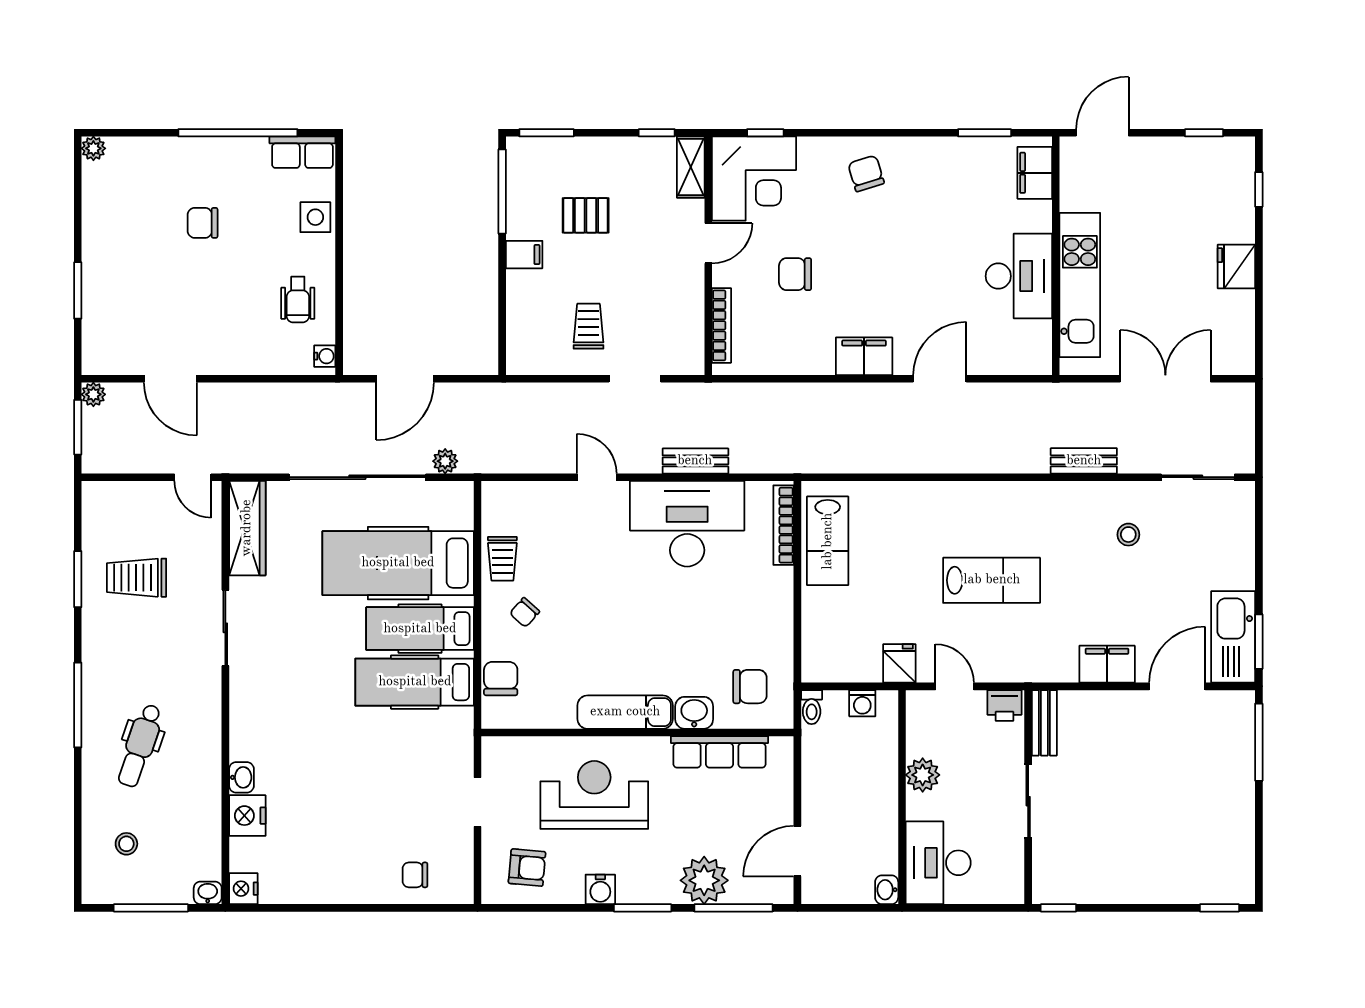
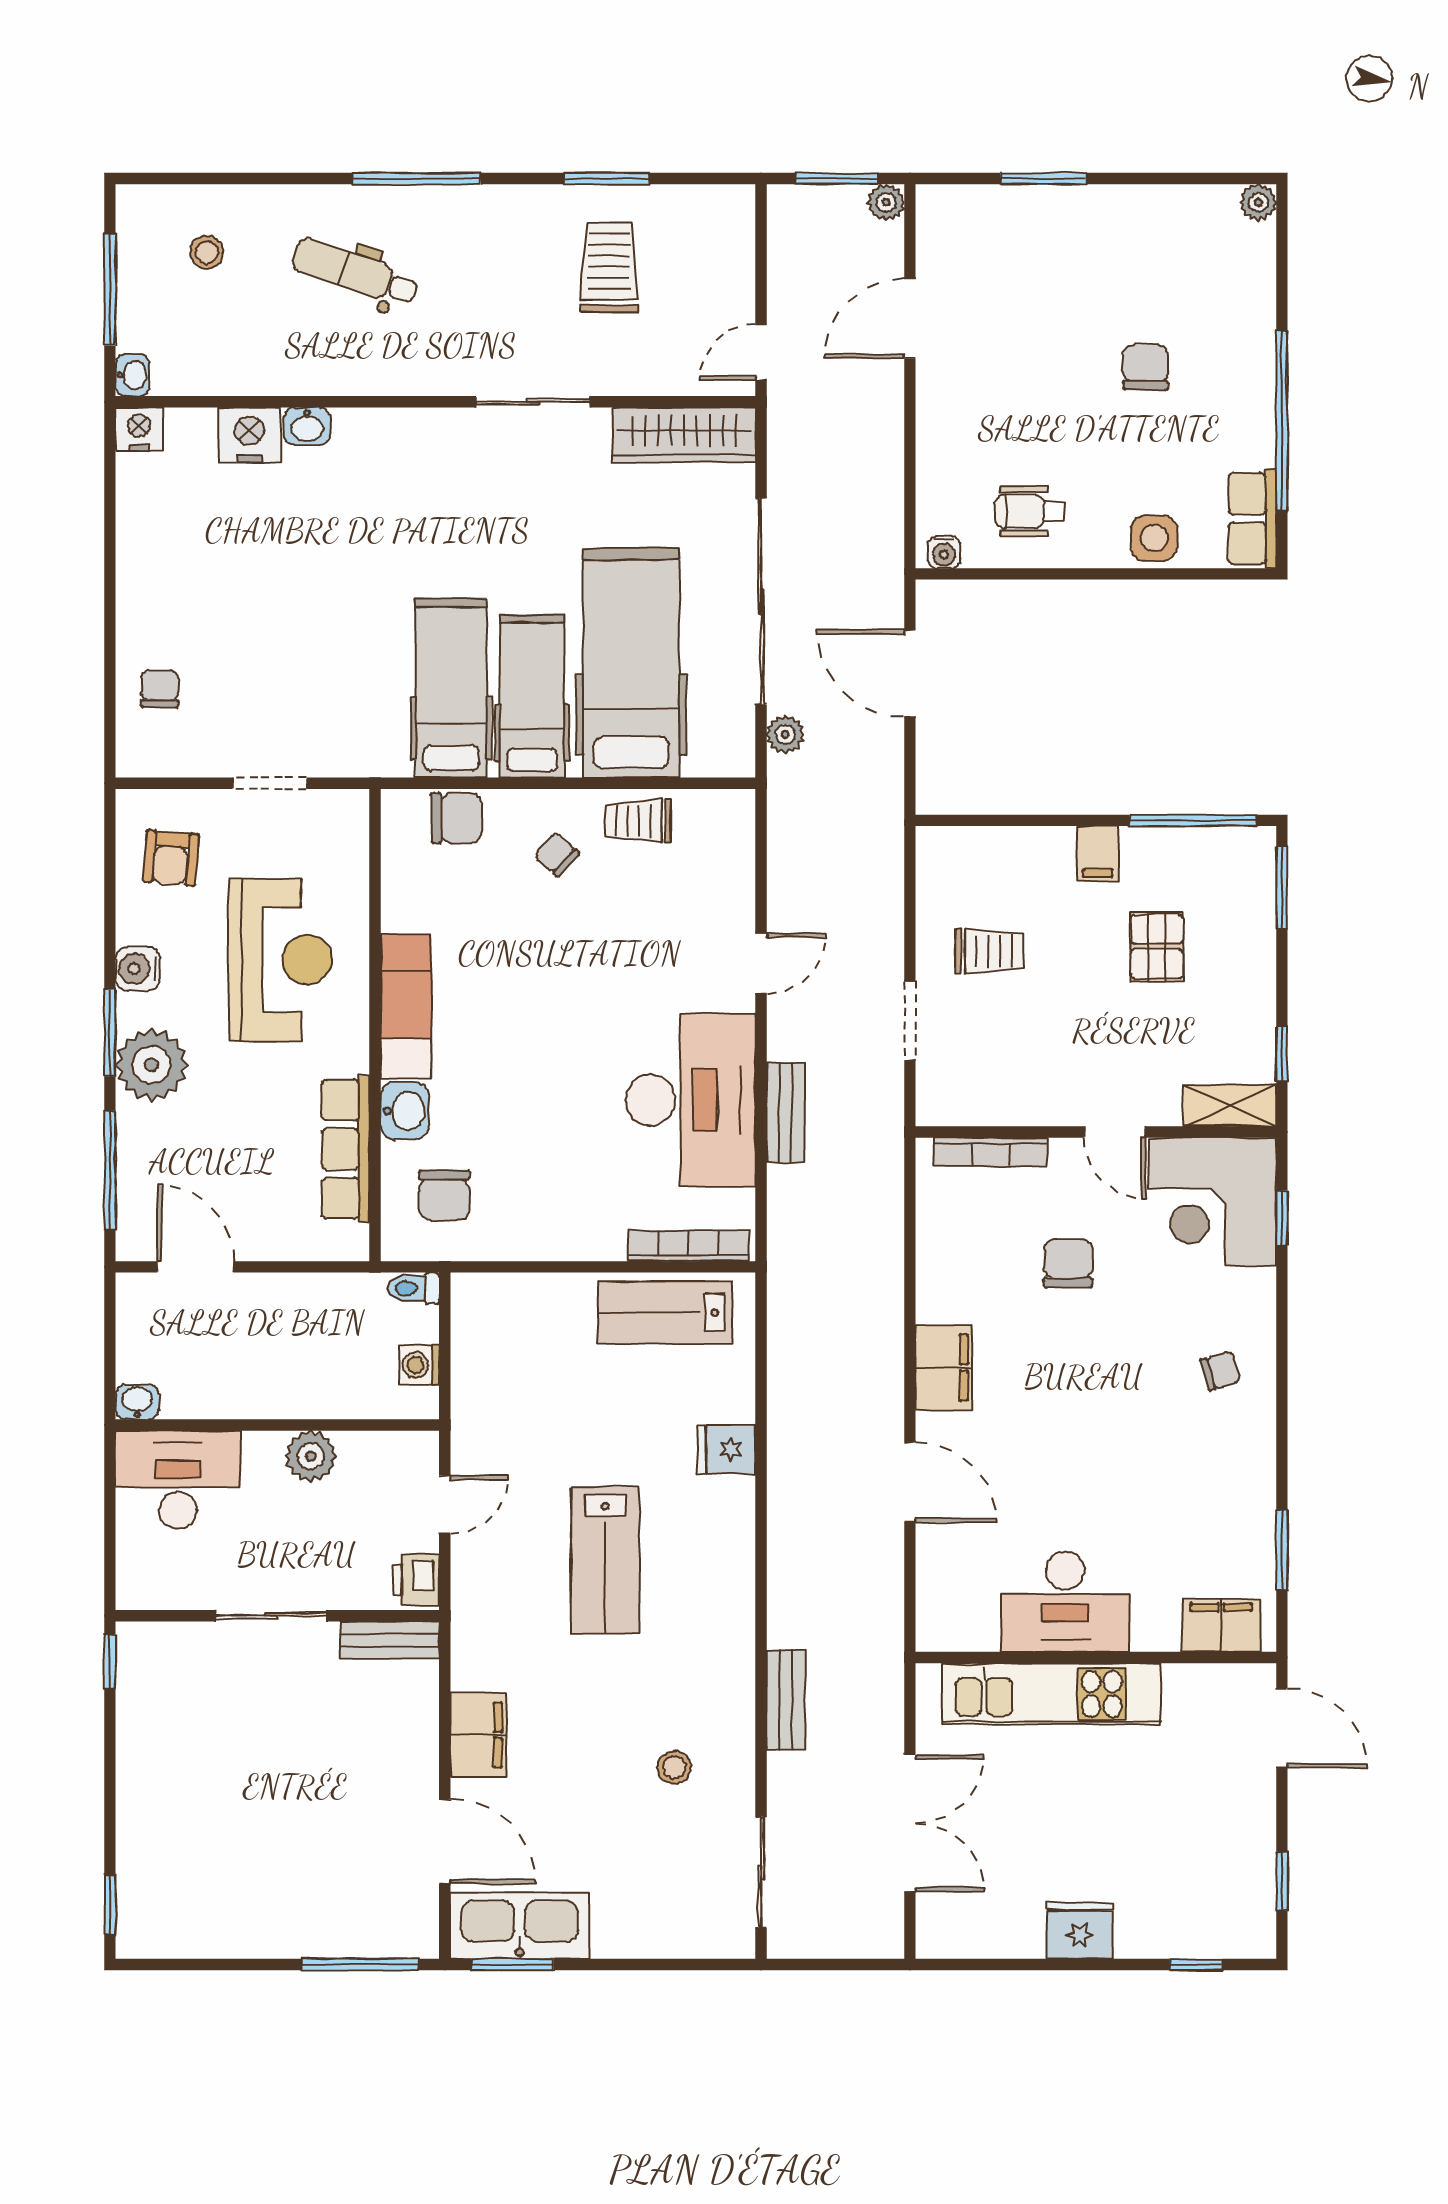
chair: (866, 173) -> (1220, 1371), width x0.73, depth x0.73
fridge: (899, 663) -> (726, 1449), moved, turned 180
plant: (704, 880) -> (152, 1065), moved

